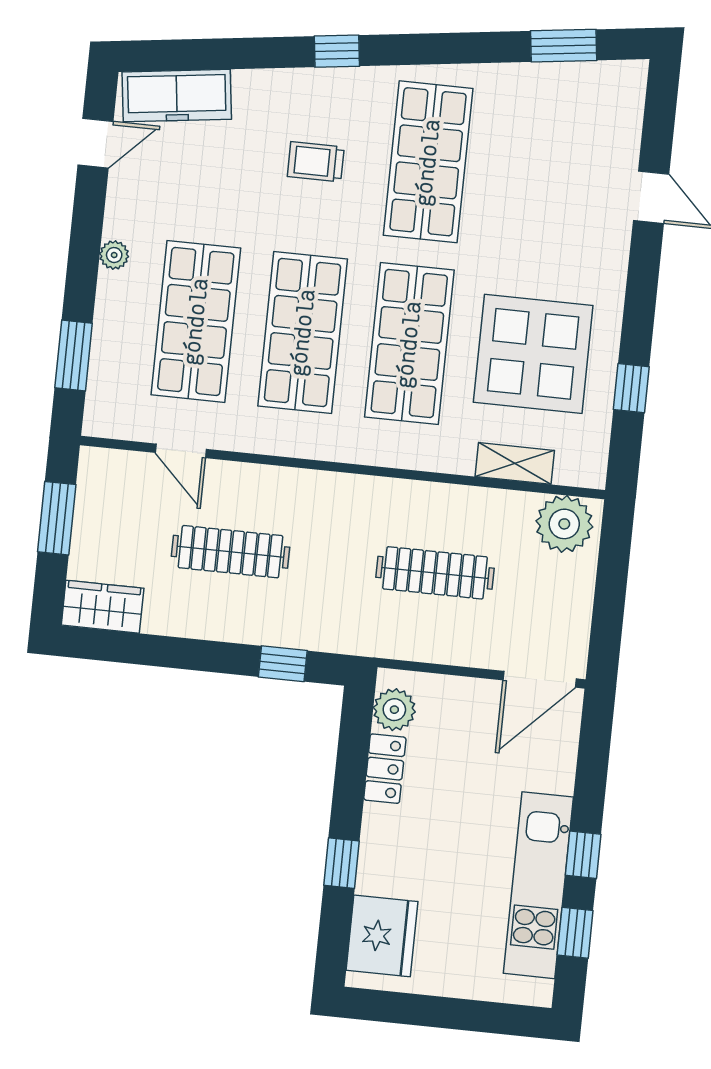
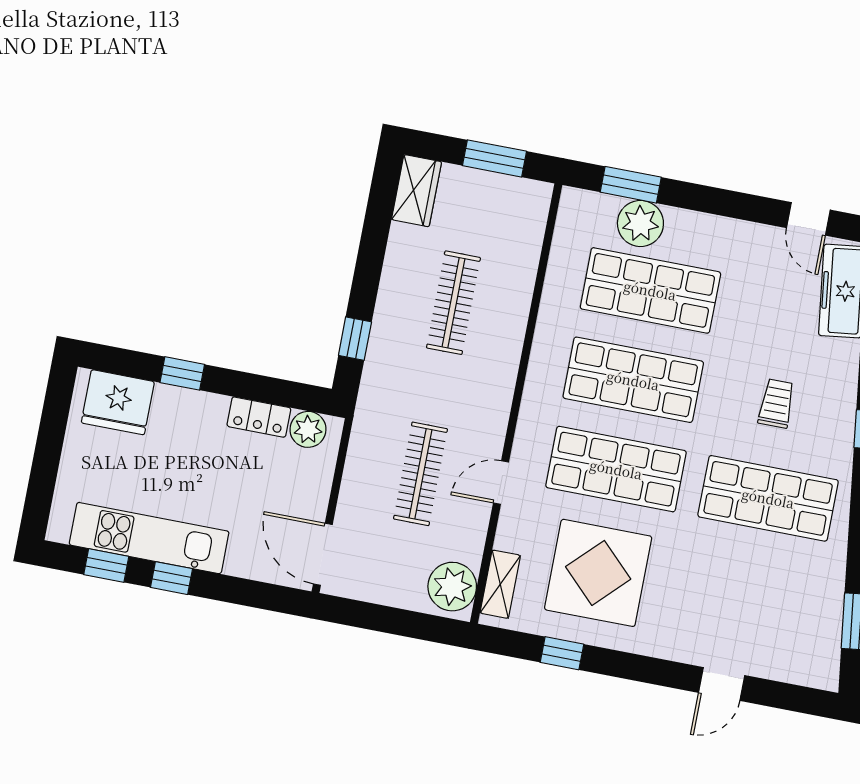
plant: (114, 255) -> (640, 223), moved, width x1.88, depth x1.88
door: (181, 451) -> (501, 483), moved
shelving: (515, 463) -> (500, 584), moved

